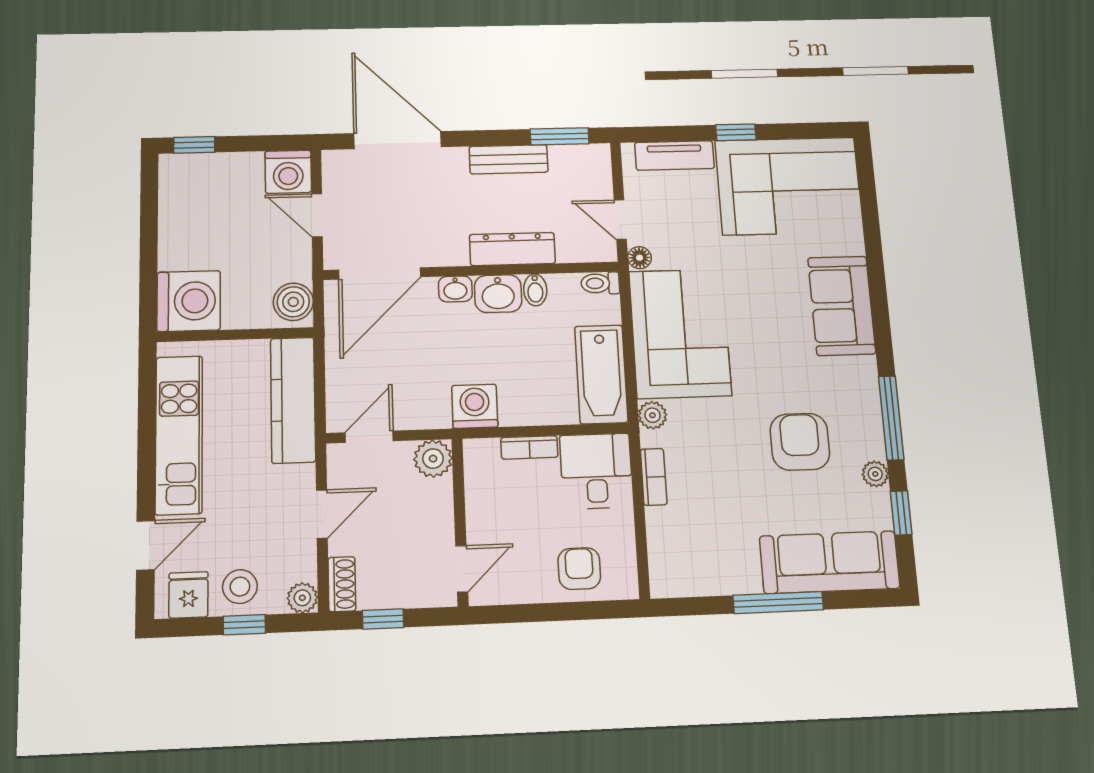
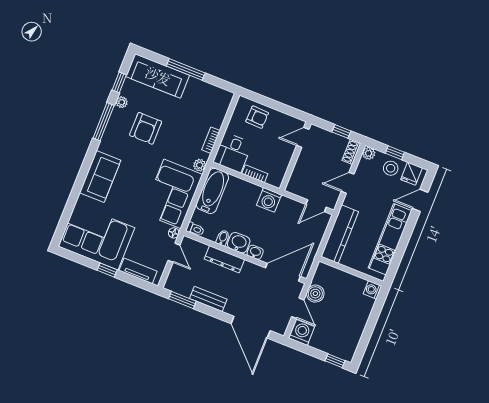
washing machine: (189, 301) -> (373, 290), width x0.53, depth x0.53
boiler: (293, 302) -> (315, 294), moved
plant: (433, 459) -> (295, 186), removed
armchair: (579, 569) -> (257, 117), turned -88

